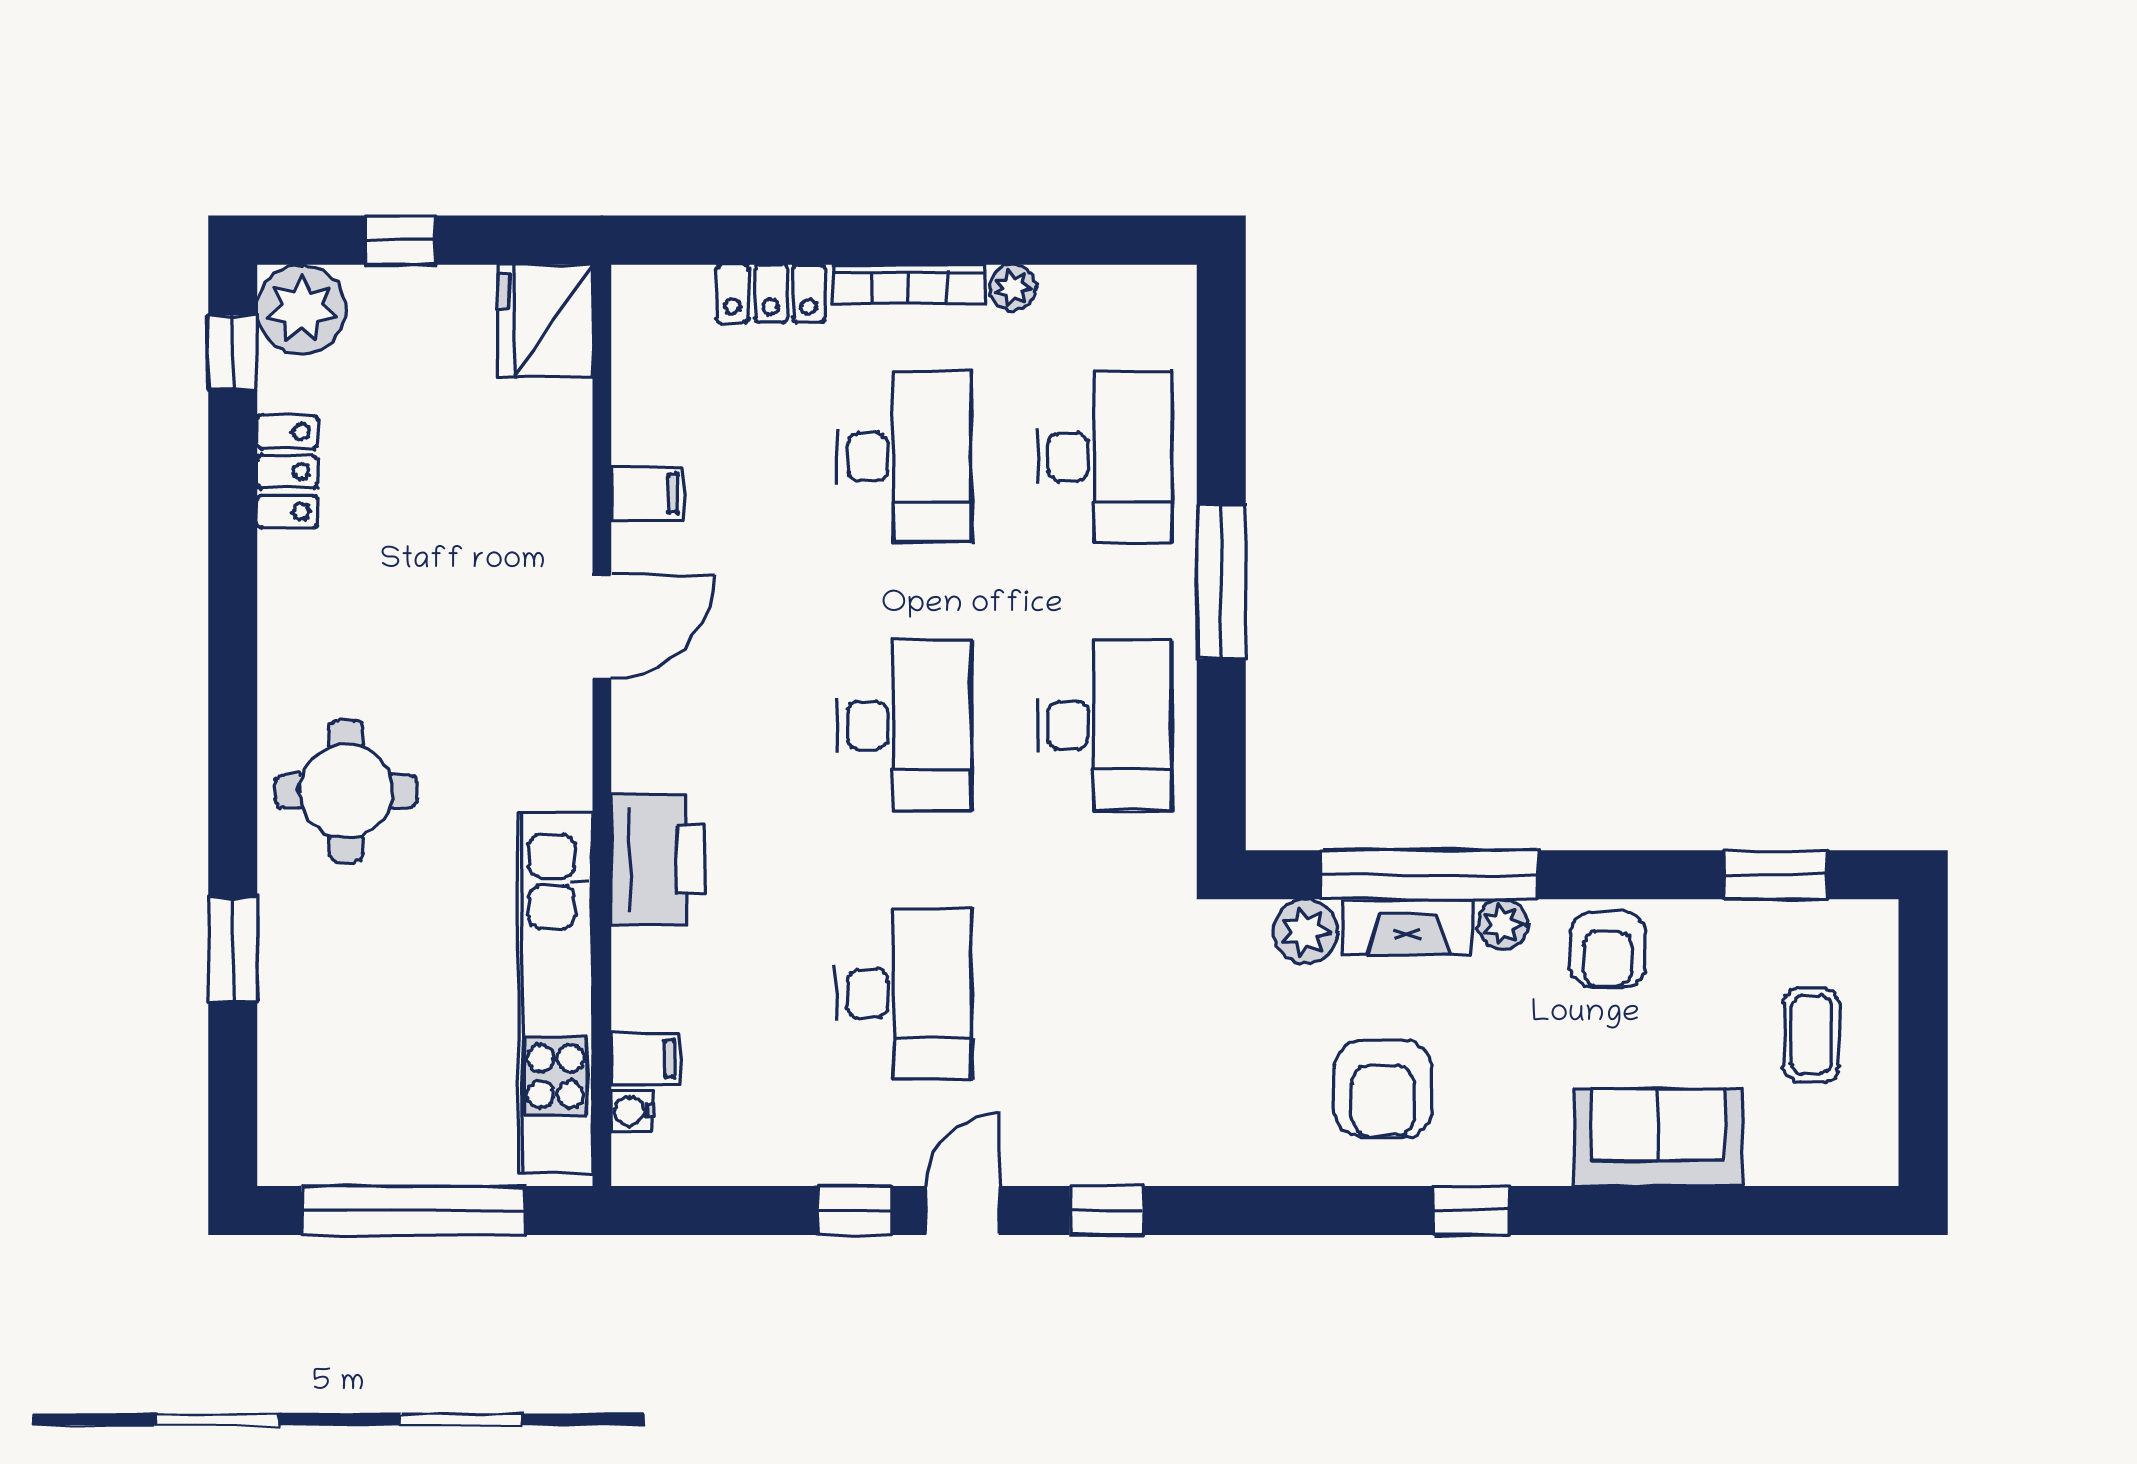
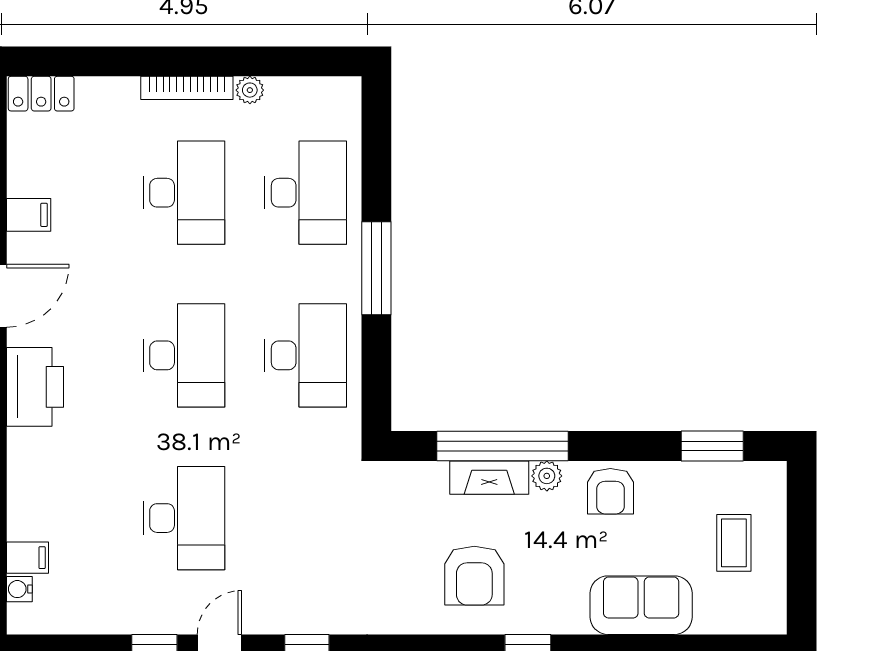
locker: (771, 293) -> (41, 94), moved
printer: (658, 860) -> (35, 387), moved
plant: (1305, 932) -> (427, 480), removed

